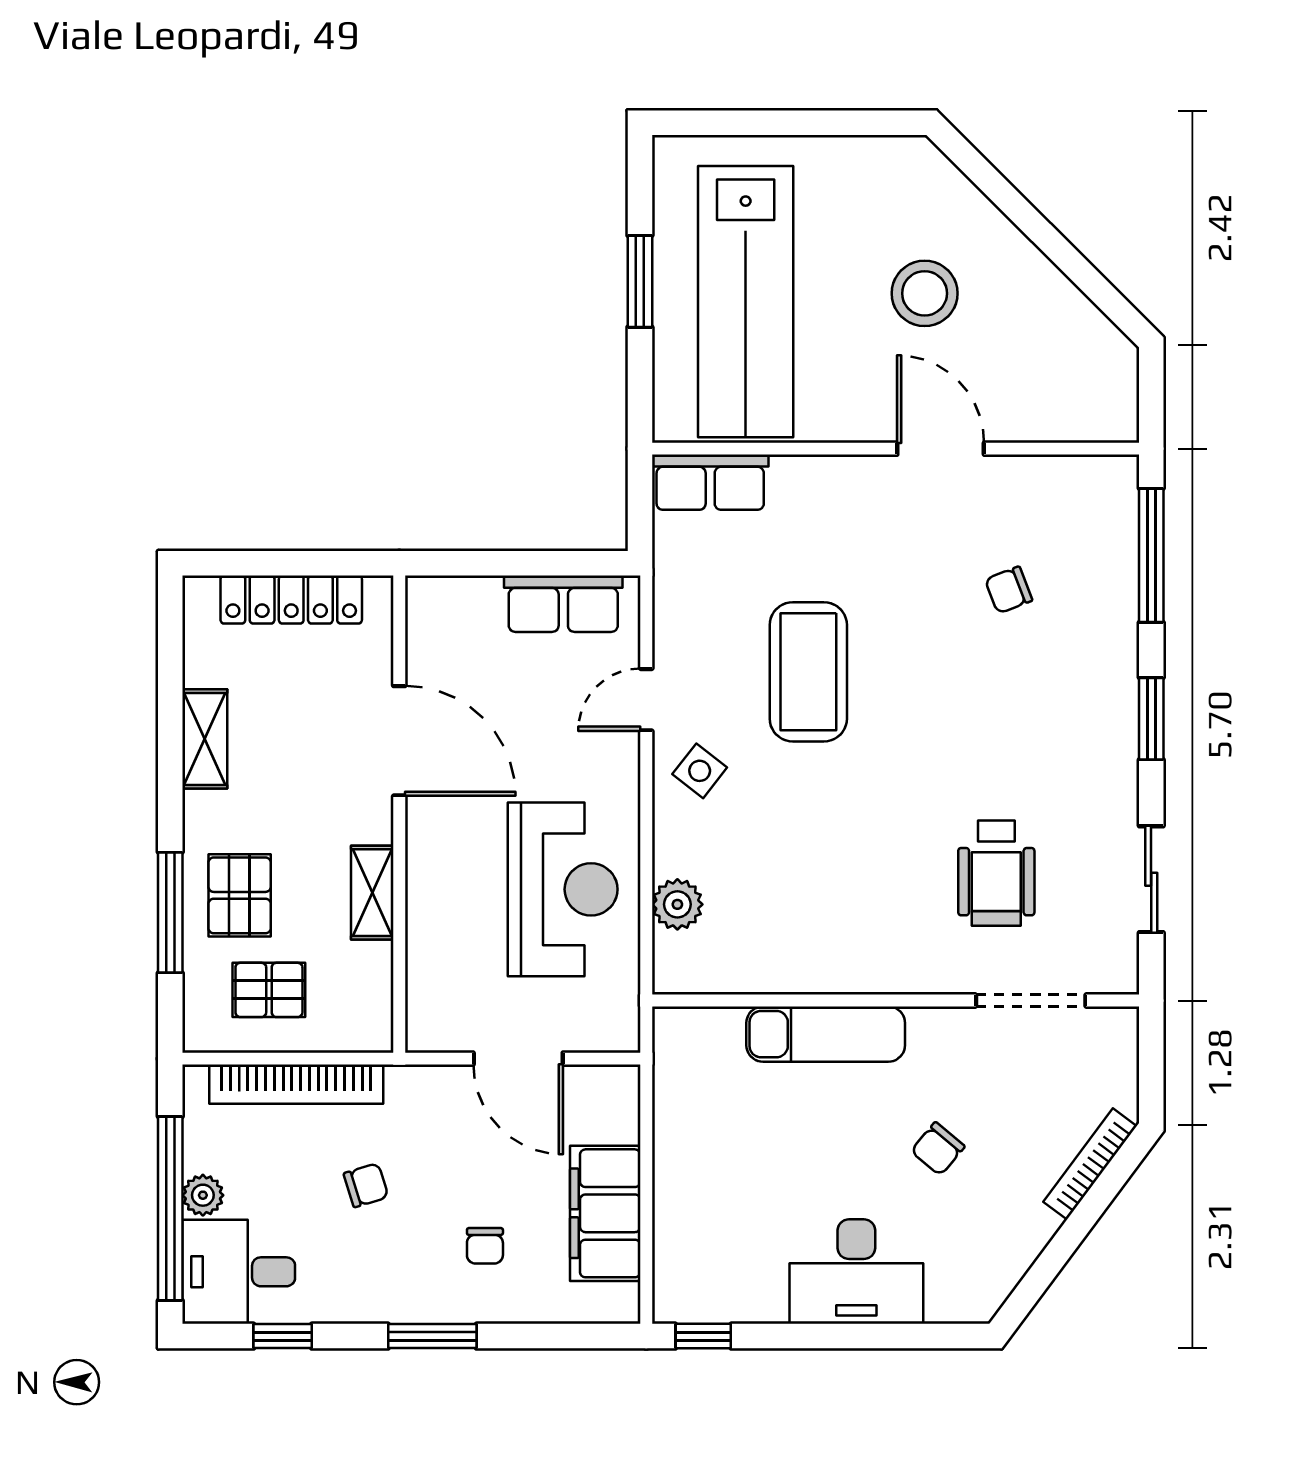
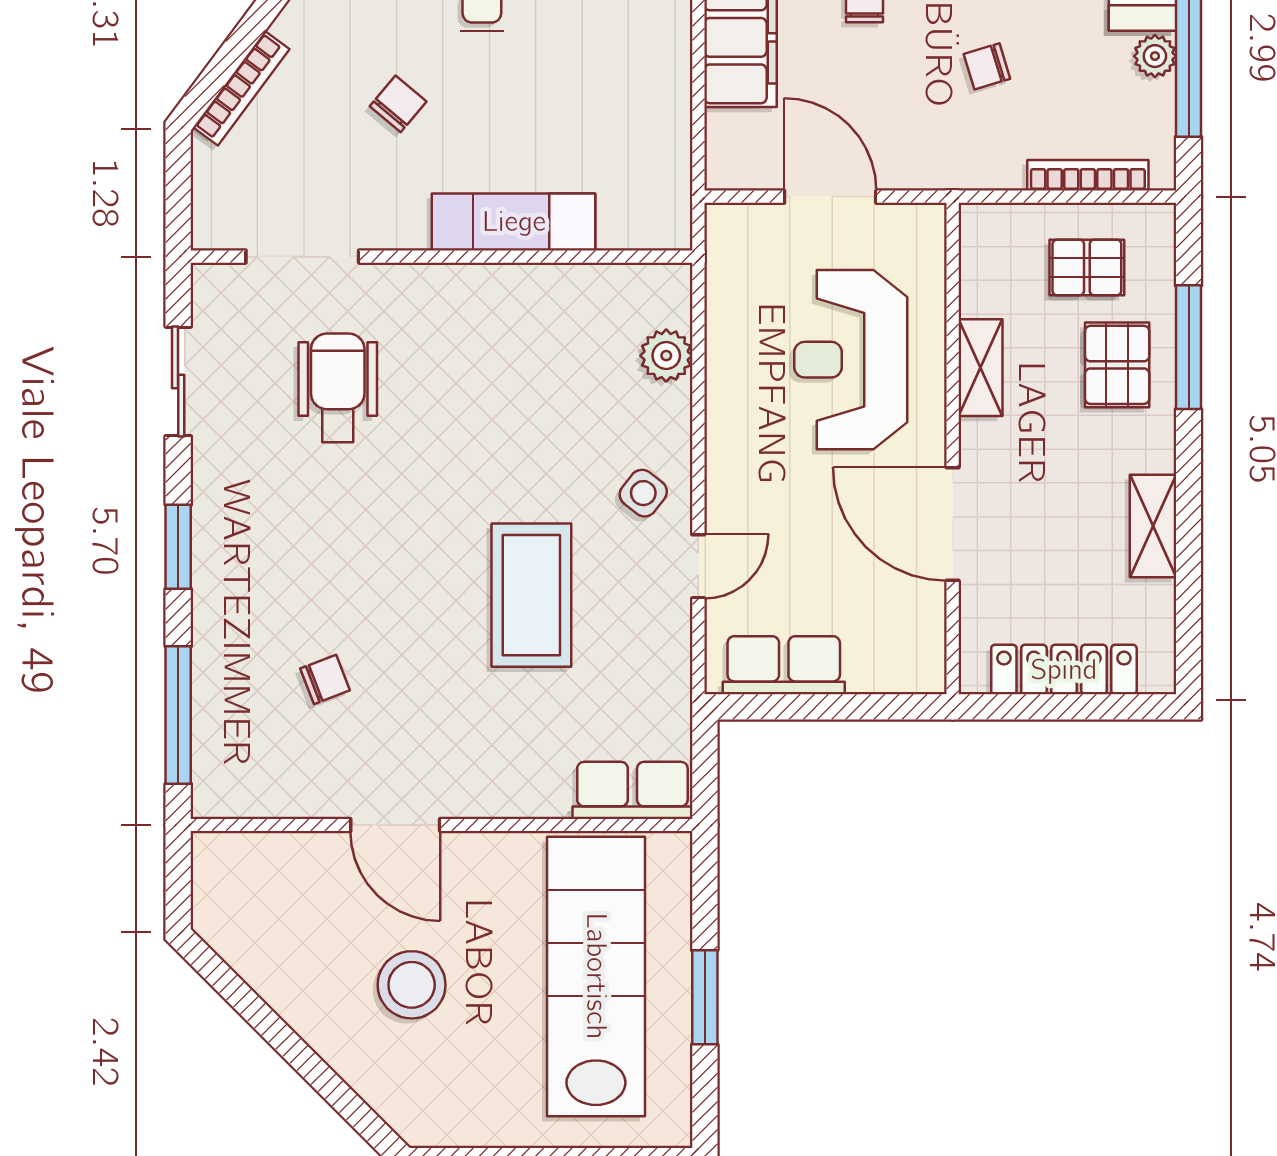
reception desk: (563, 889) -> (851, 360), moved
bookcase: (296, 1084) -> (1088, 175), width x0.68, depth x0.76

